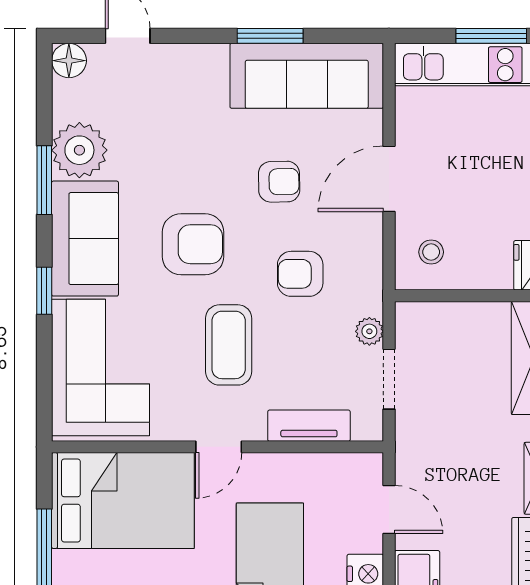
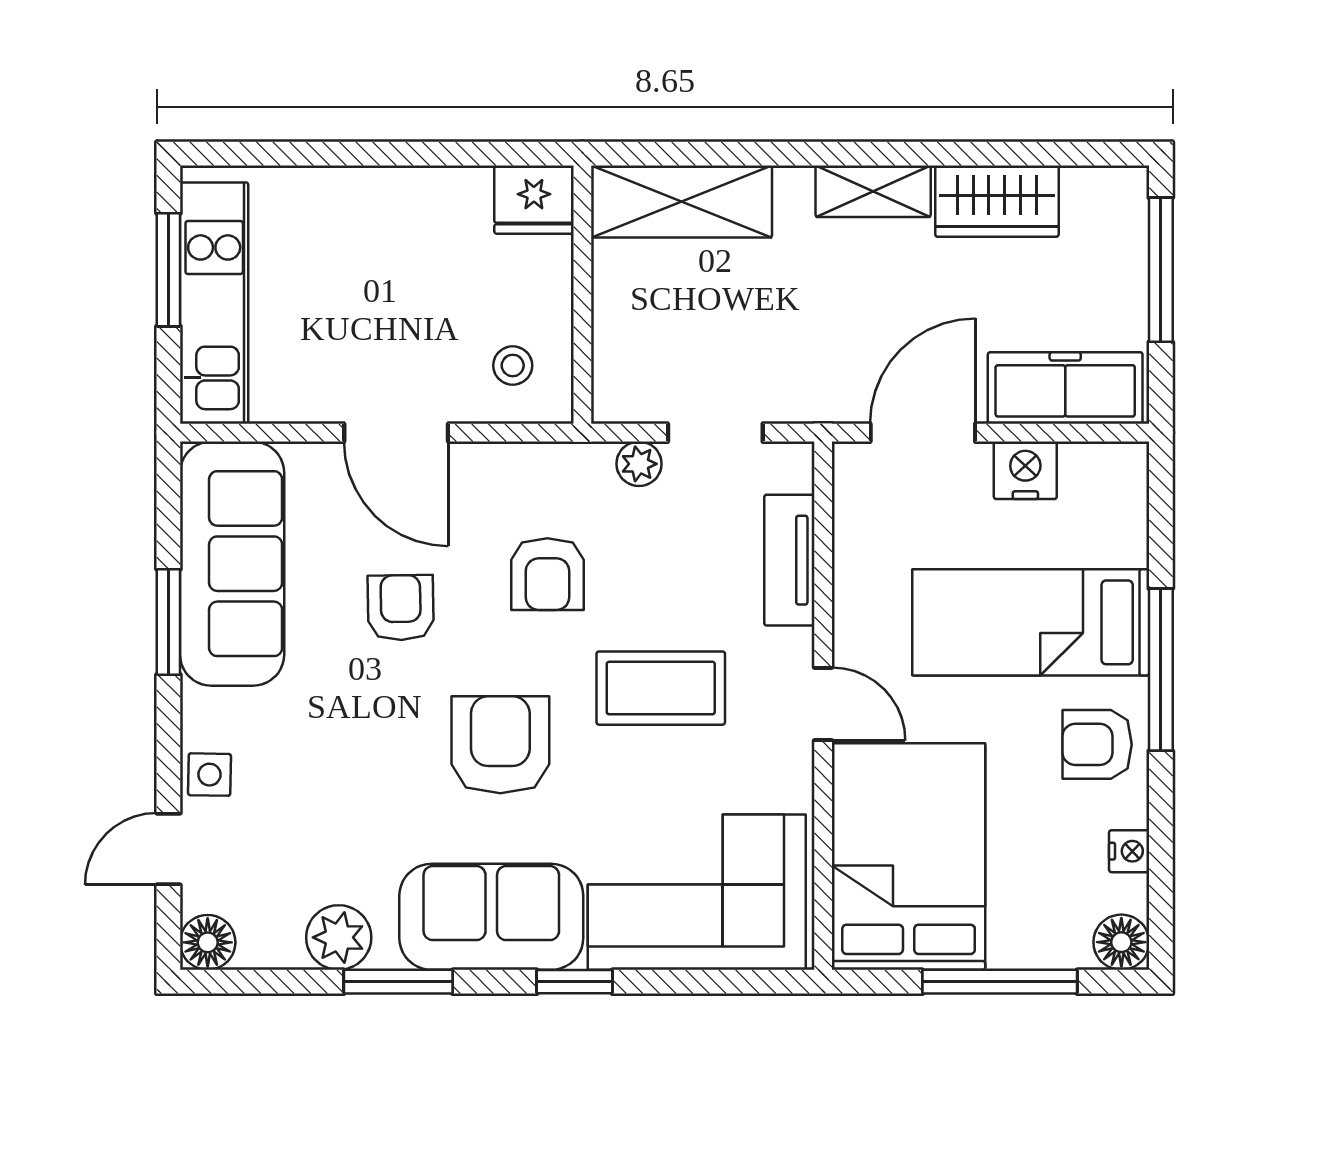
side table: (174, 62) -> (209, 775), added
plant: (79, 150) -> (339, 937), width x0.73, depth x0.73
door: (389, 509) -> (923, 433), width x1.38

